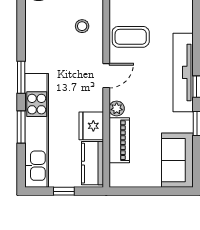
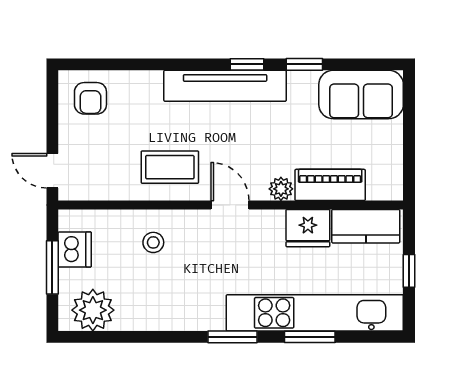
coffee table: (131, 37) -> (170, 167), turned 90

